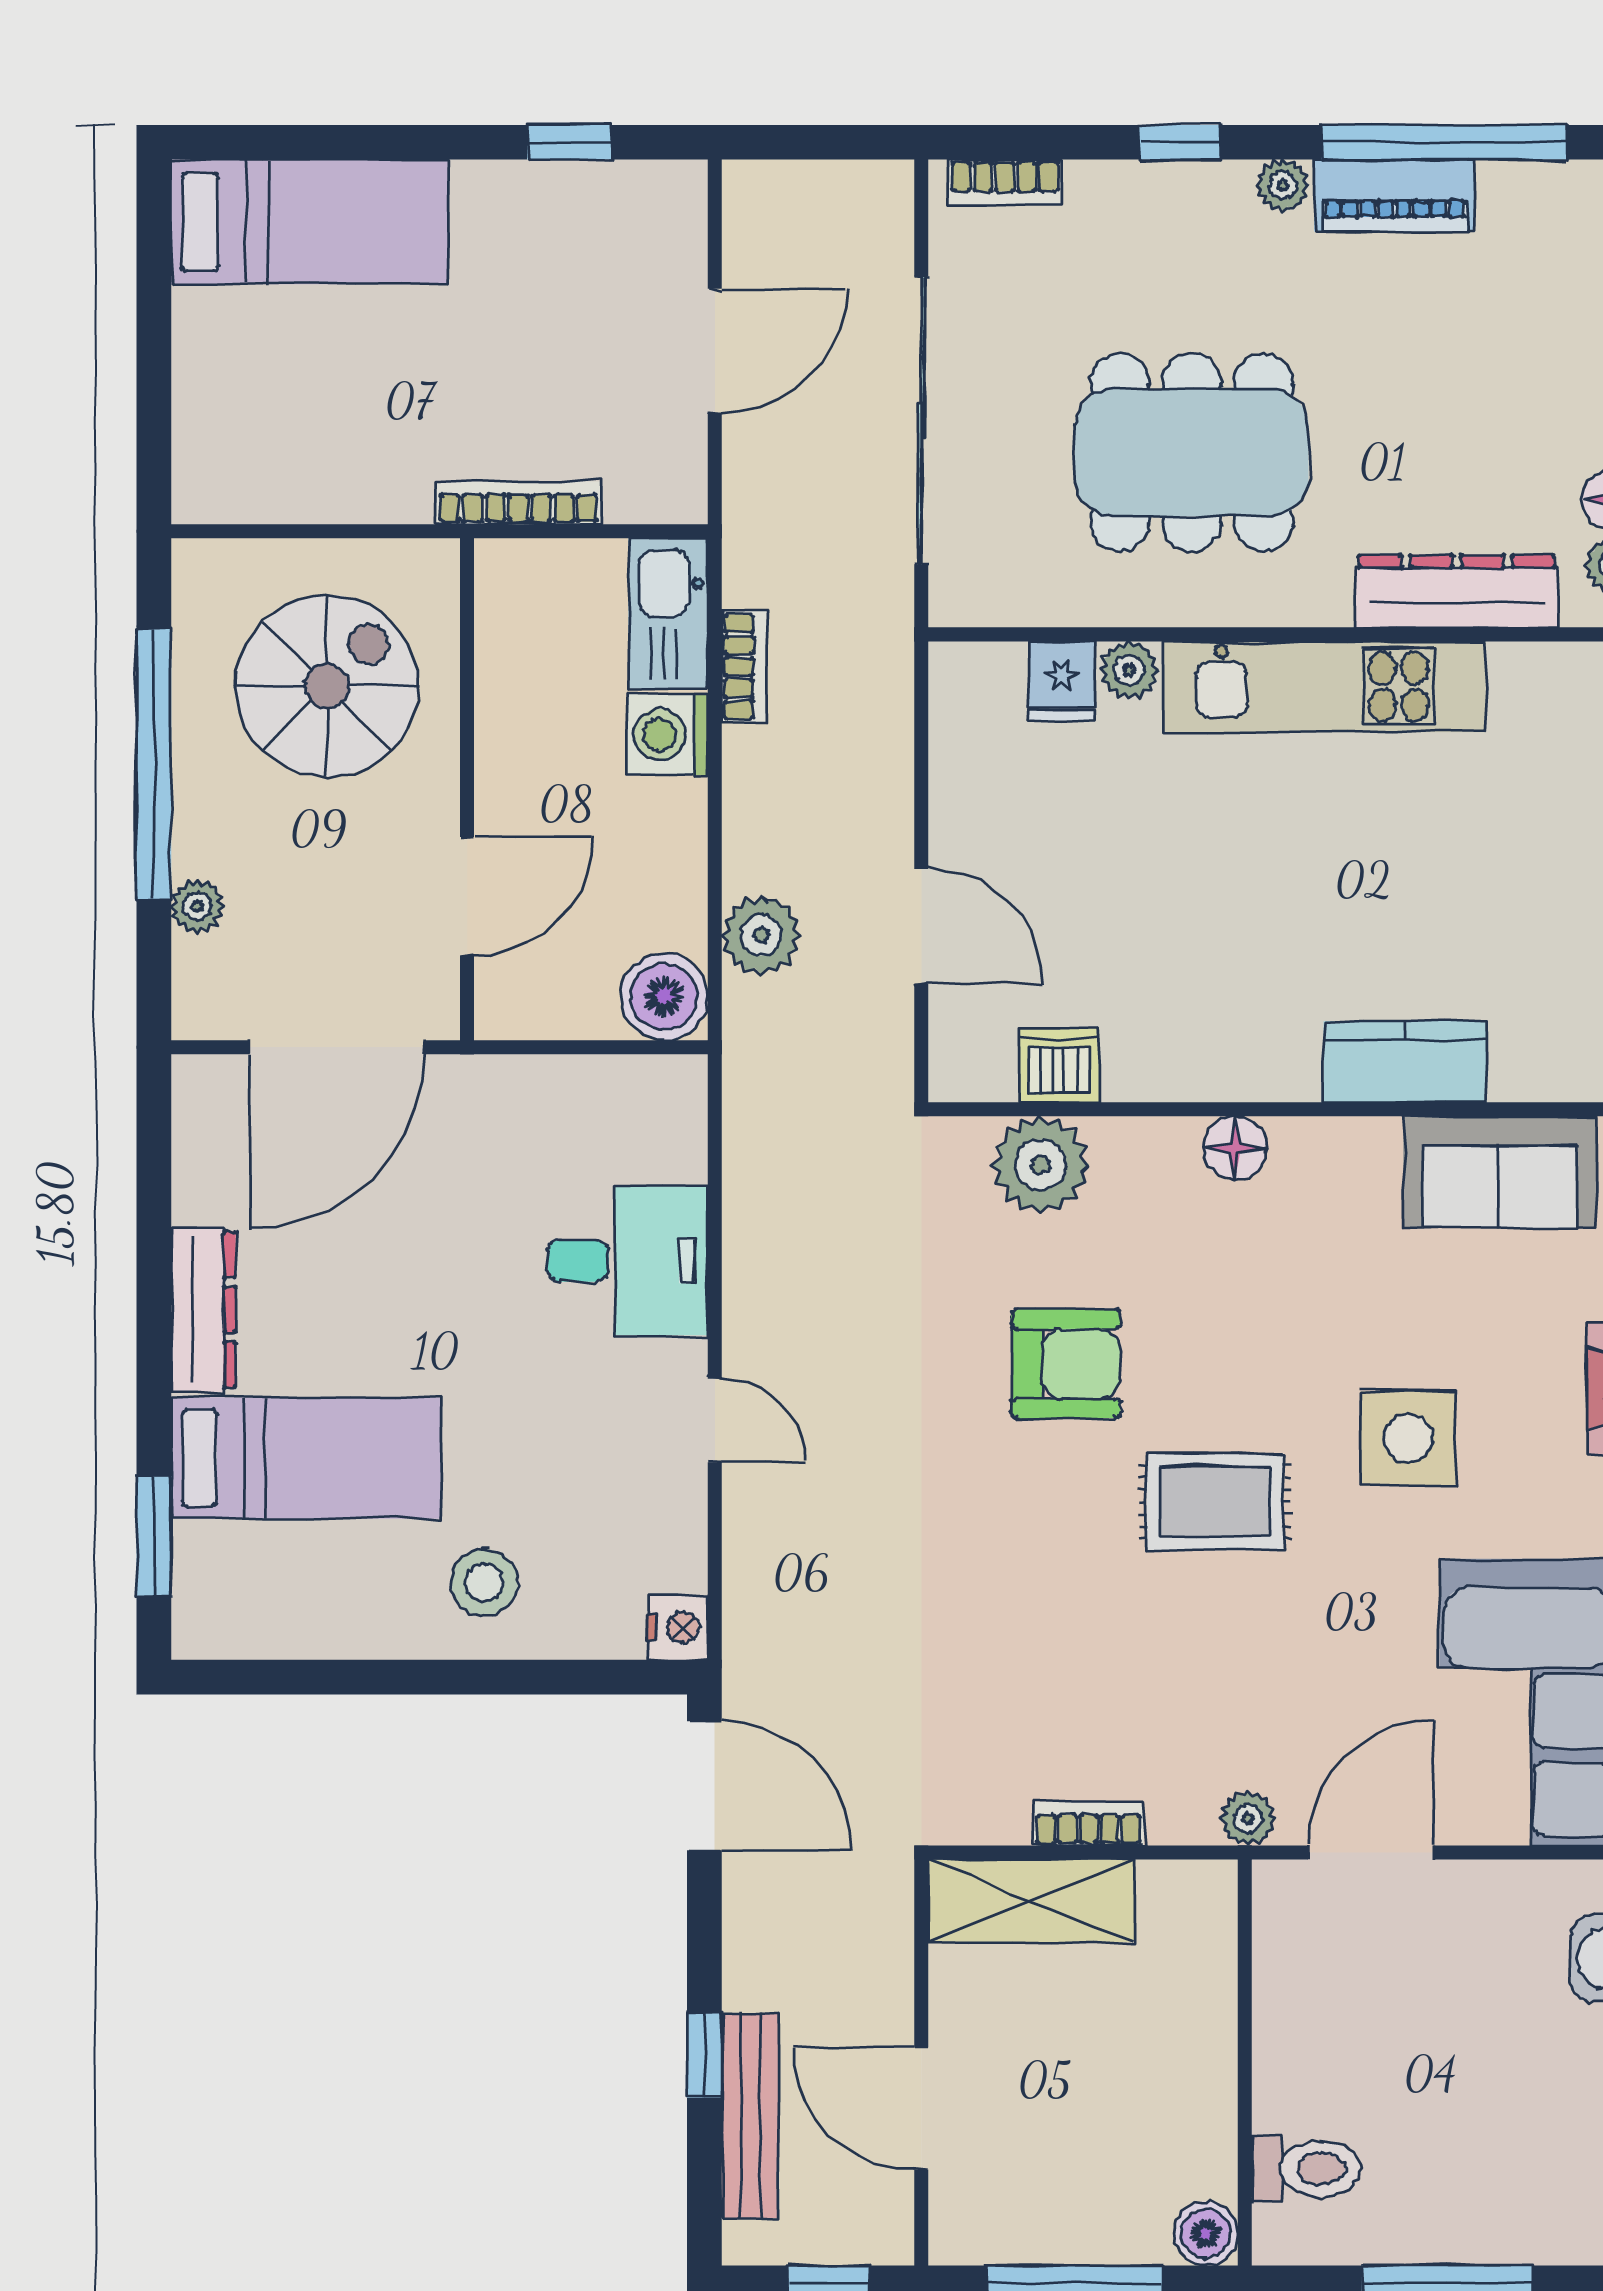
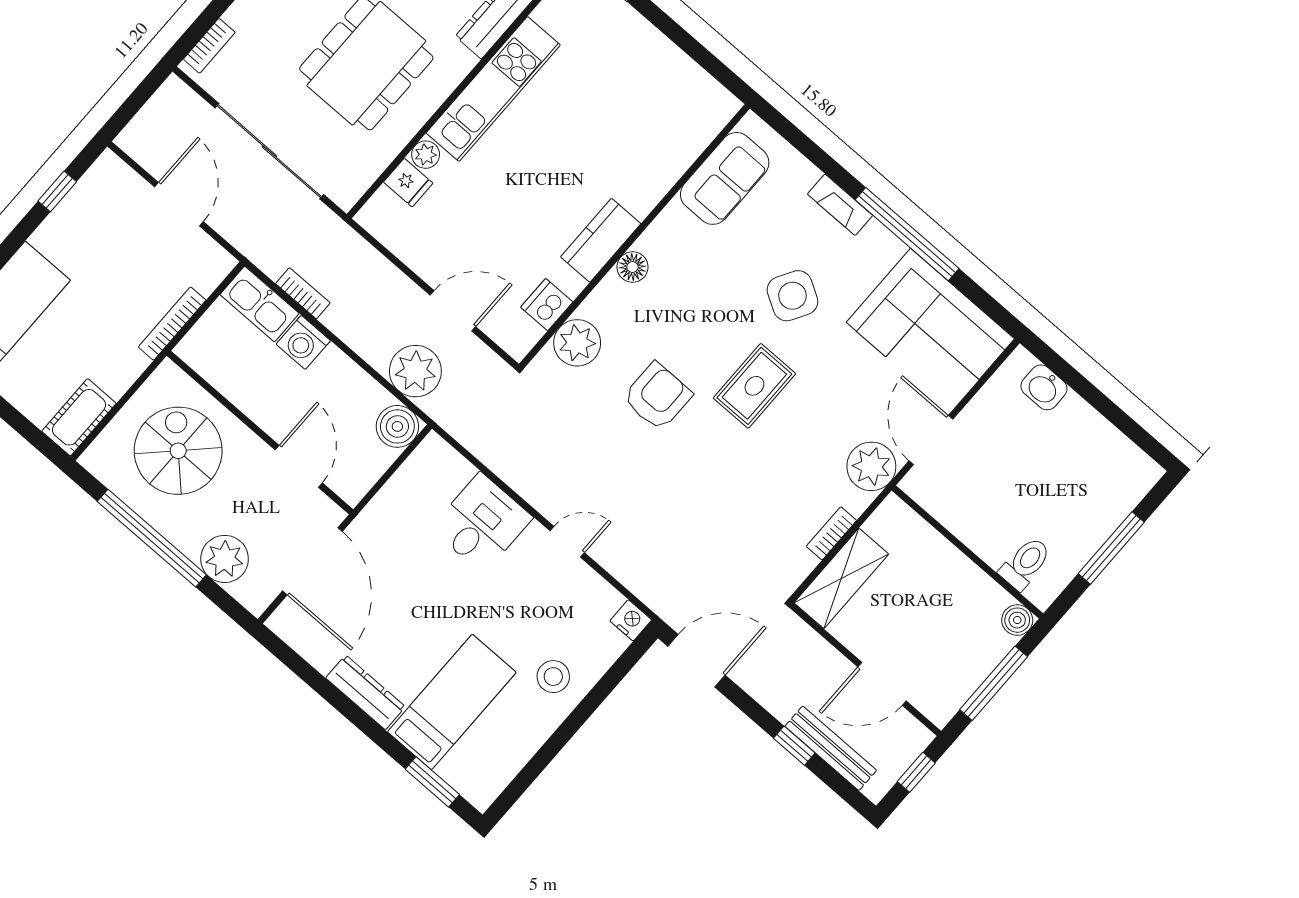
cot: (244, 485) -> (79, 417), added
plant: (197, 906) -> (225, 559), width x1.88, depth x1.88
plant: (761, 935) -> (415, 371), width x1.36, depth x1.36
kitchen counter: (1405, 1062) -> (601, 240), moved
side table: (1408, 1438) -> (792, 296), turned 30
plant: (1248, 1819) -> (871, 466), width x1.88, depth x1.88

